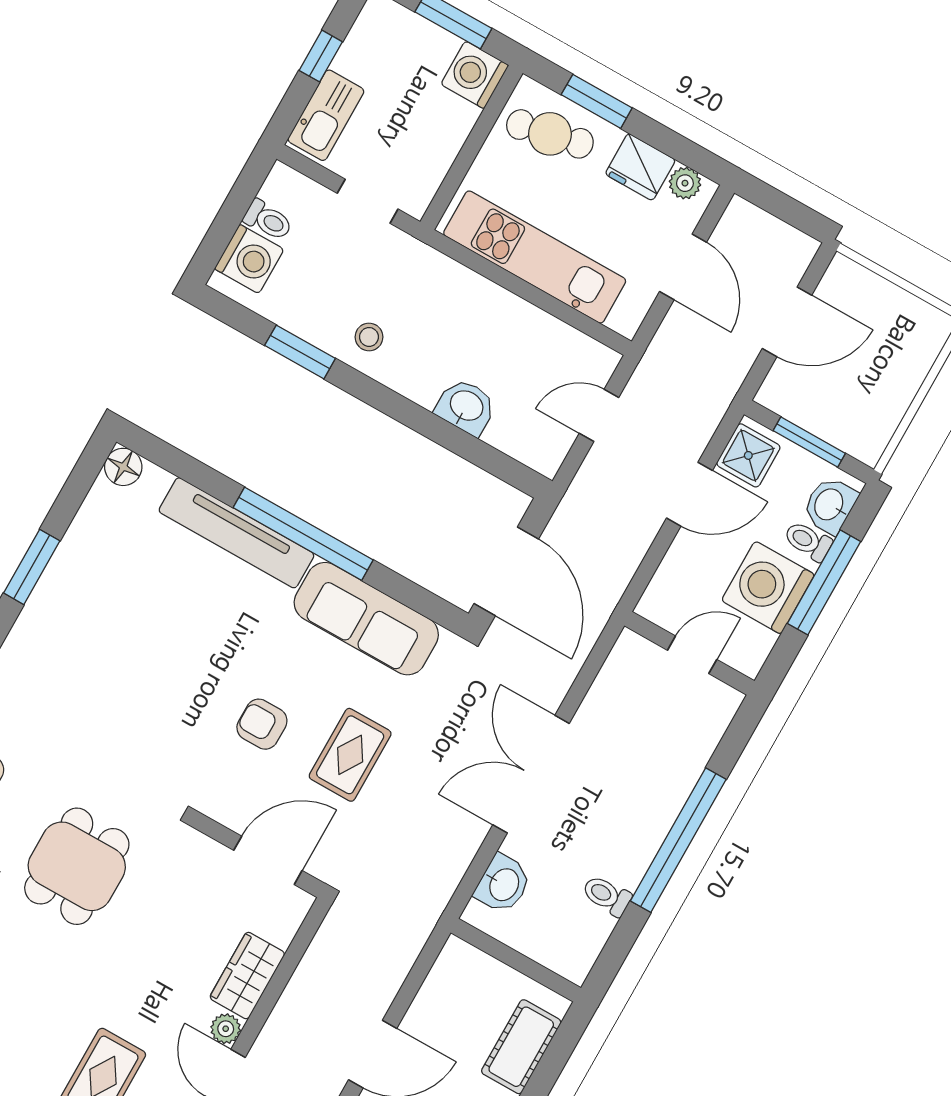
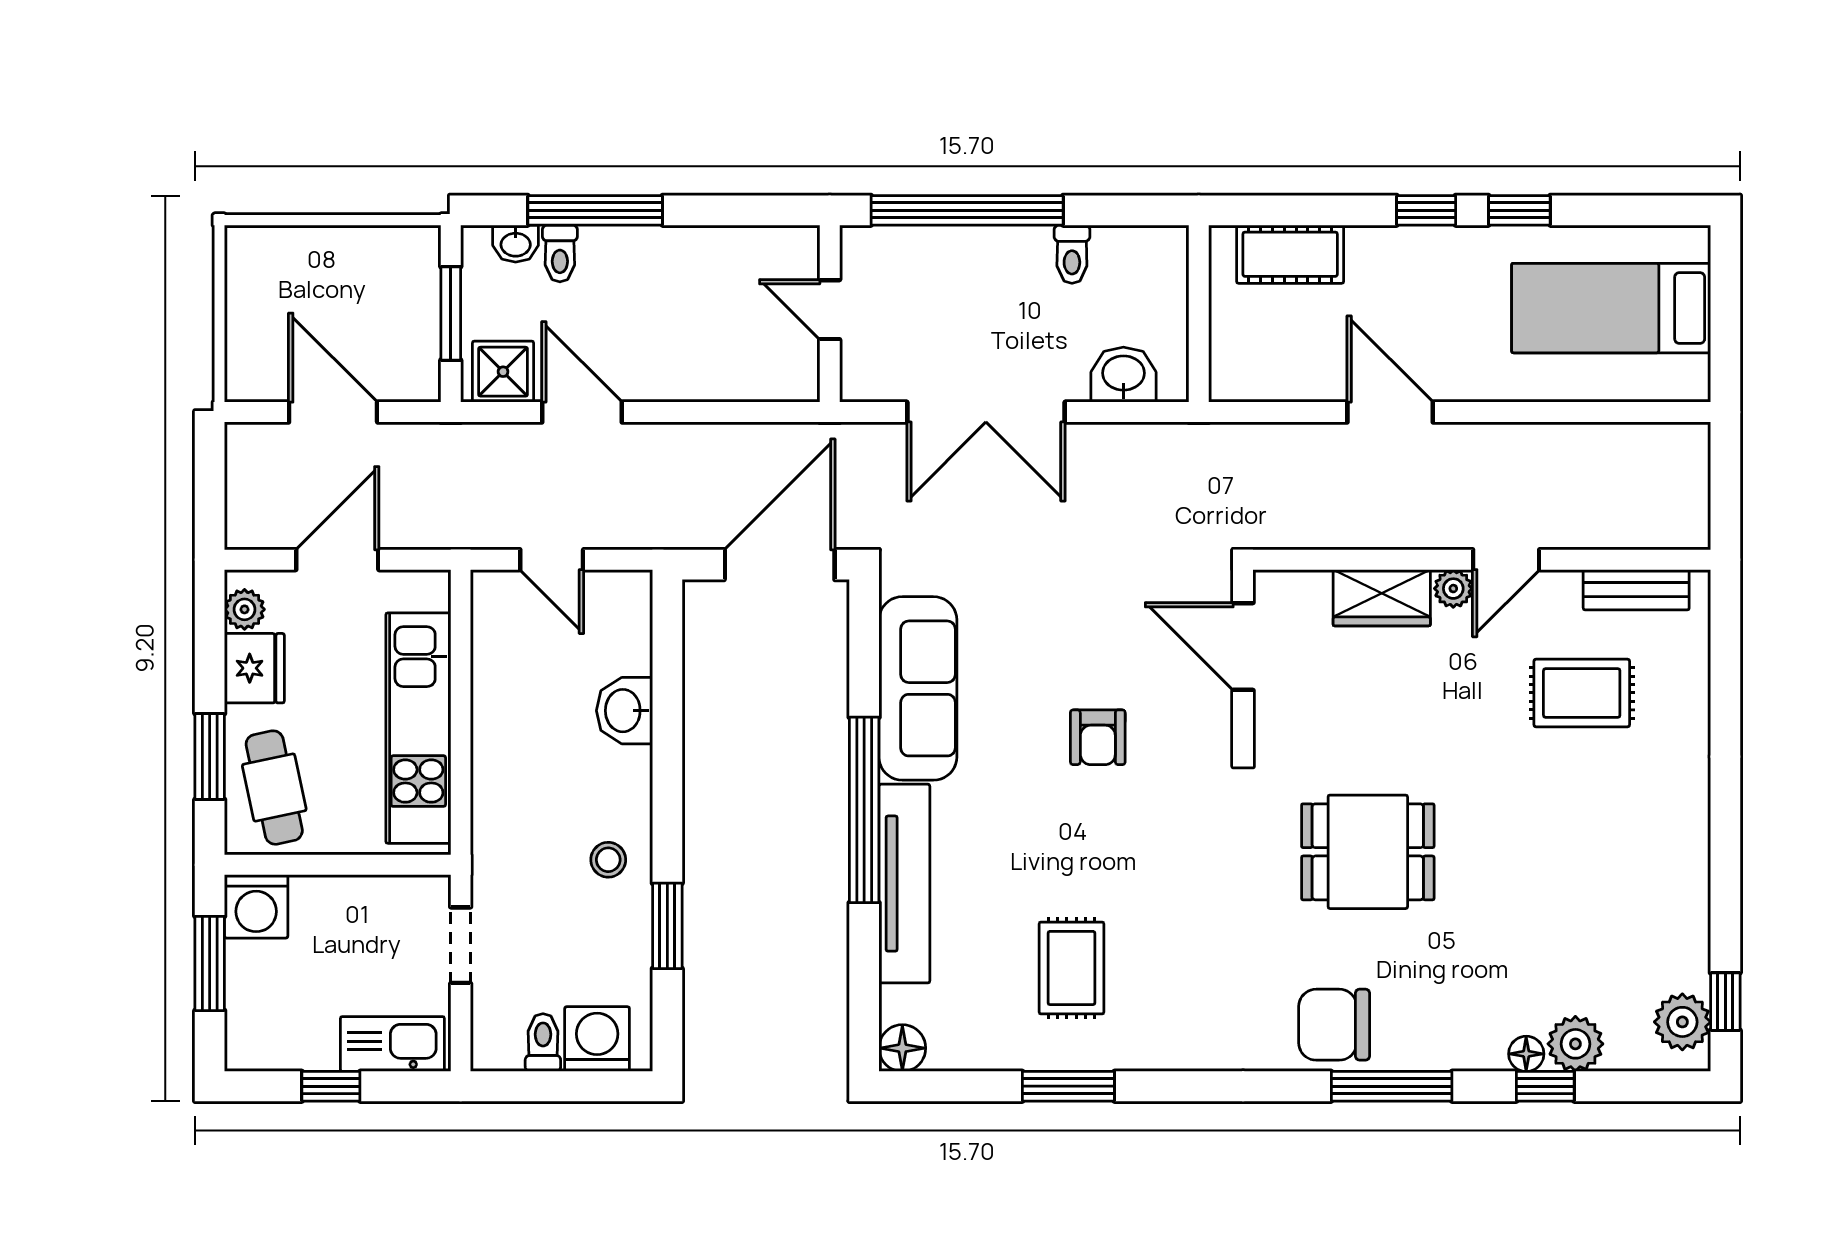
washbasin: (830, 505) -> (516, 244), width x0.72, depth x0.69
washing machine: (768, 588) -> (635, 268), removed
wall: (689, 653) -> (830, 314), moved
door: (692, 655) -> (830, 310), moved
rug: (350, 755) -> (1071, 968), moved, turned 90

